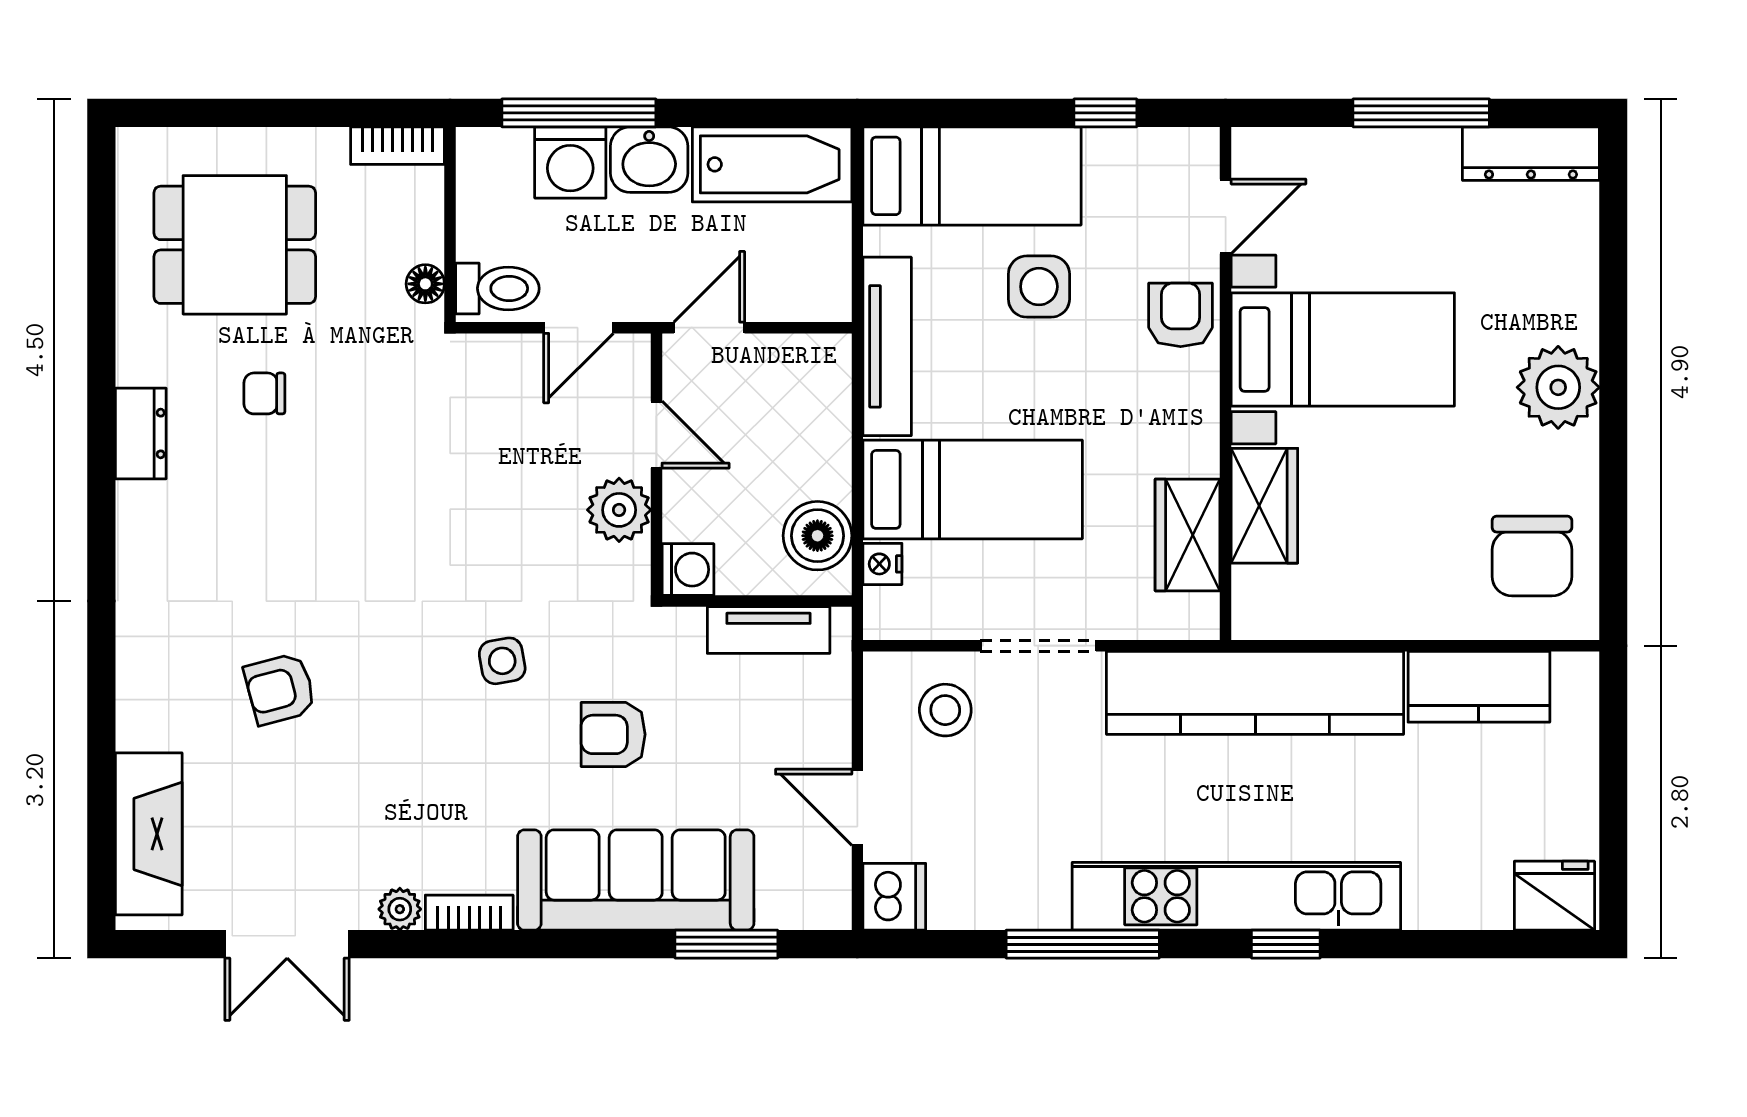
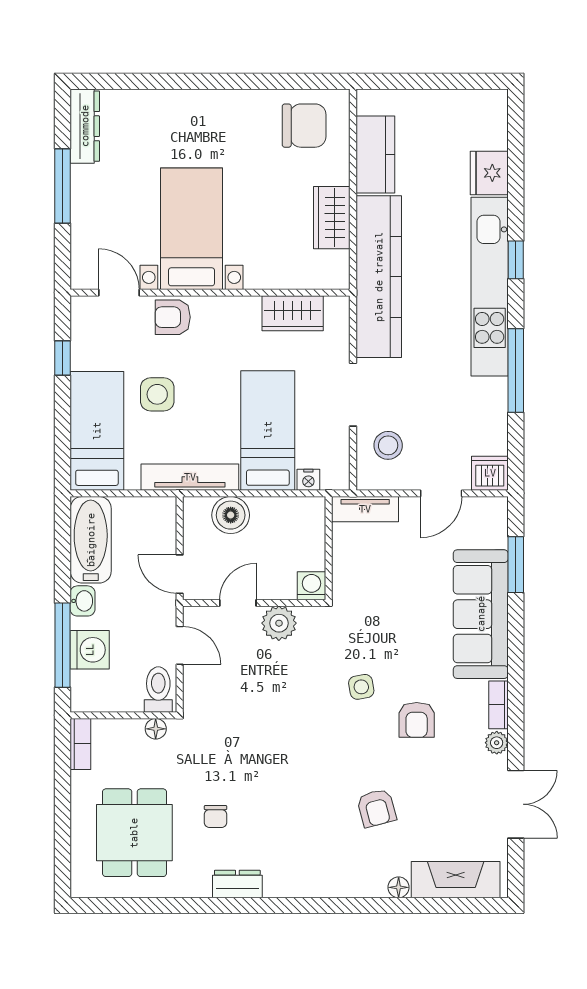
washbasin: (649, 160) -> (83, 601), width x0.72, depth x0.69
plant: (1558, 387) -> (212, 111), removed
wardrobe: (1264, 506) -> (332, 218), moved, turned -90
boiler: (817, 536) -> (231, 515), moved
tv unit: (769, 630) -> (365, 509), moved, turned 90
floor lamp: (135, 729) -> (399, 887), added
armchair: (613, 734) -> (417, 720), moved
fridge: (1554, 896) -> (489, 173), moved

